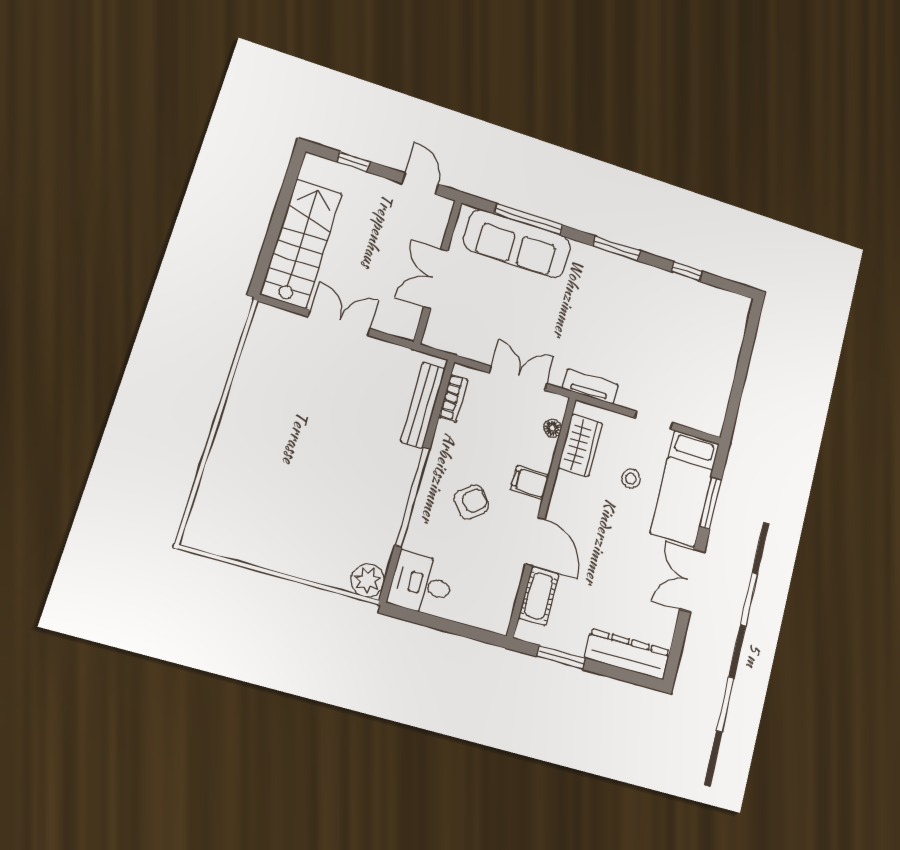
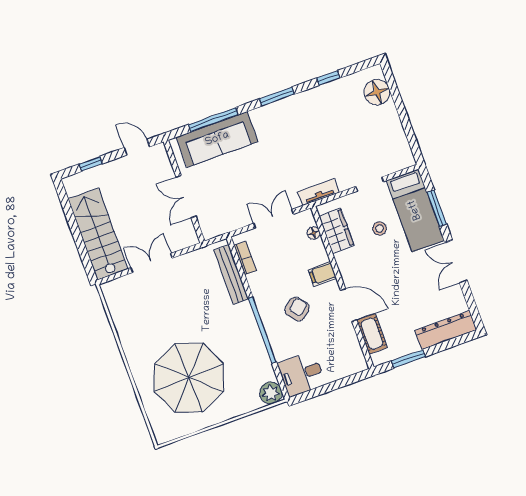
floor lamp: (729, 327) -> (377, 92), added
parasol: (282, 490) -> (189, 378), added

